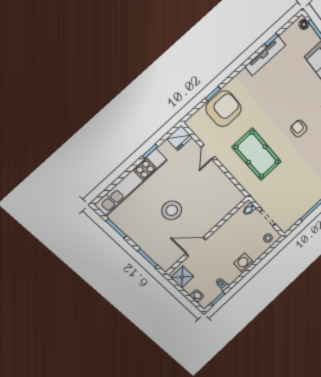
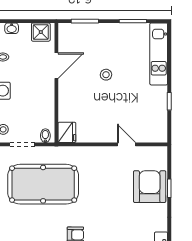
armchair: (224, 109) -> (150, 187), turned 180
fridge: (179, 138) -> (67, 132), moved, turned 180
pool table: (257, 154) -> (43, 184), moved, width x1.36, depth x1.32
kitchen unit: (131, 182) -> (159, 54), width x0.73
stool: (172, 210) -> (106, 75), width x0.53, depth x0.53

